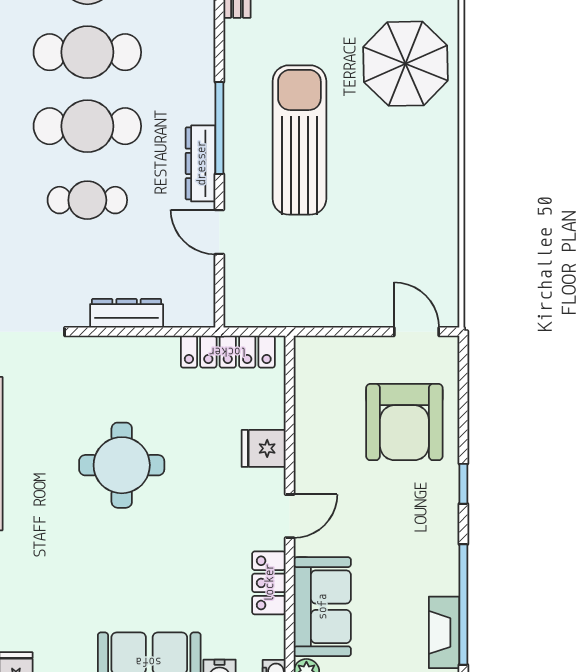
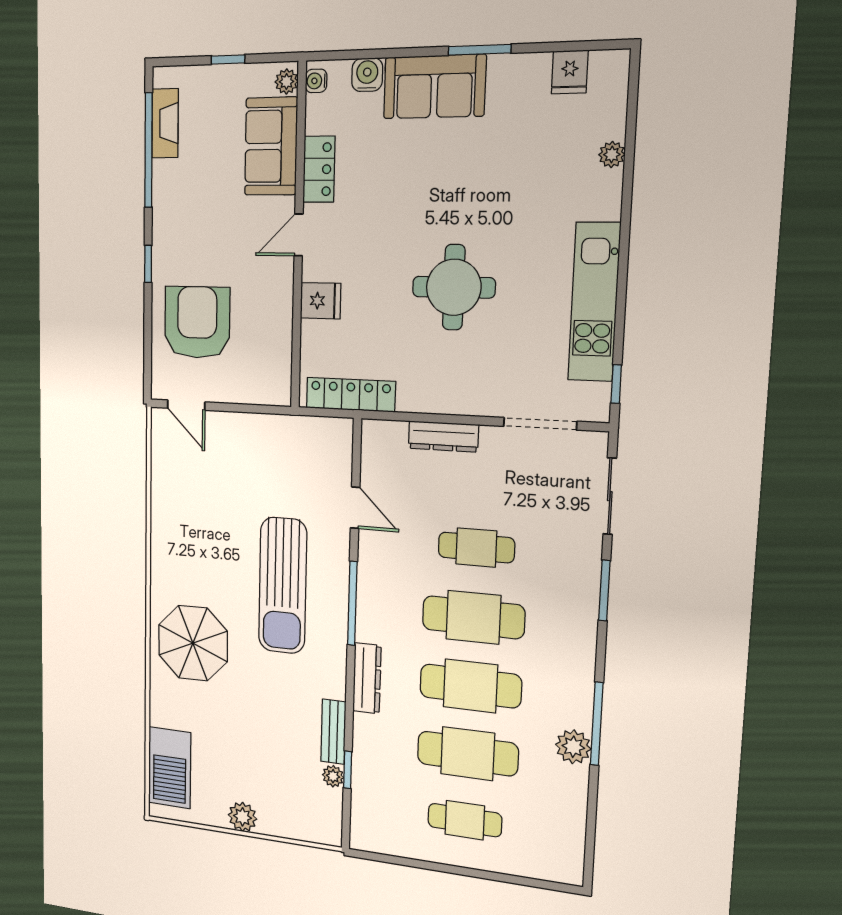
dresser: (201, 163) -> (367, 678), moved

